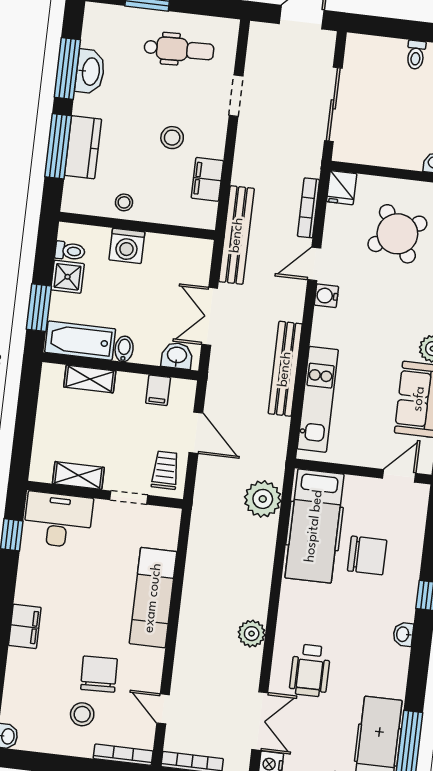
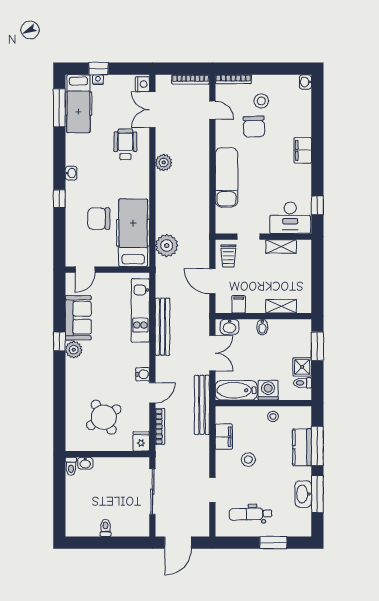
bathtub: (80, 341) -> (236, 390), moved, turned 180

